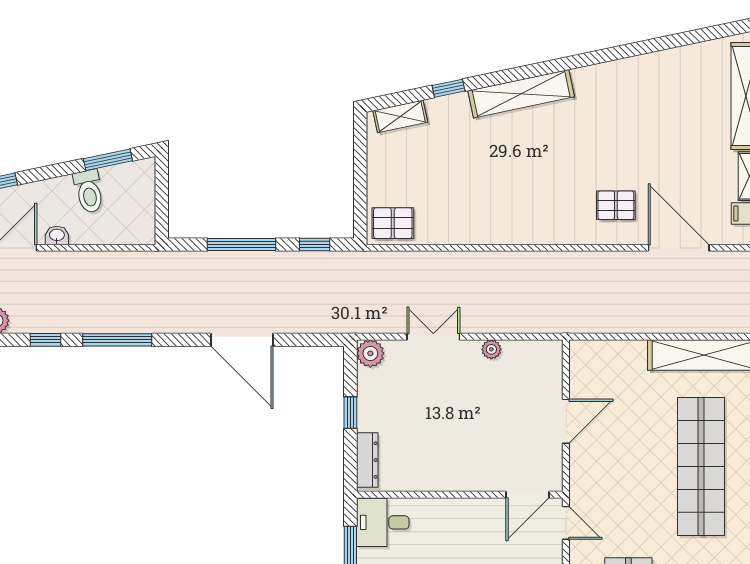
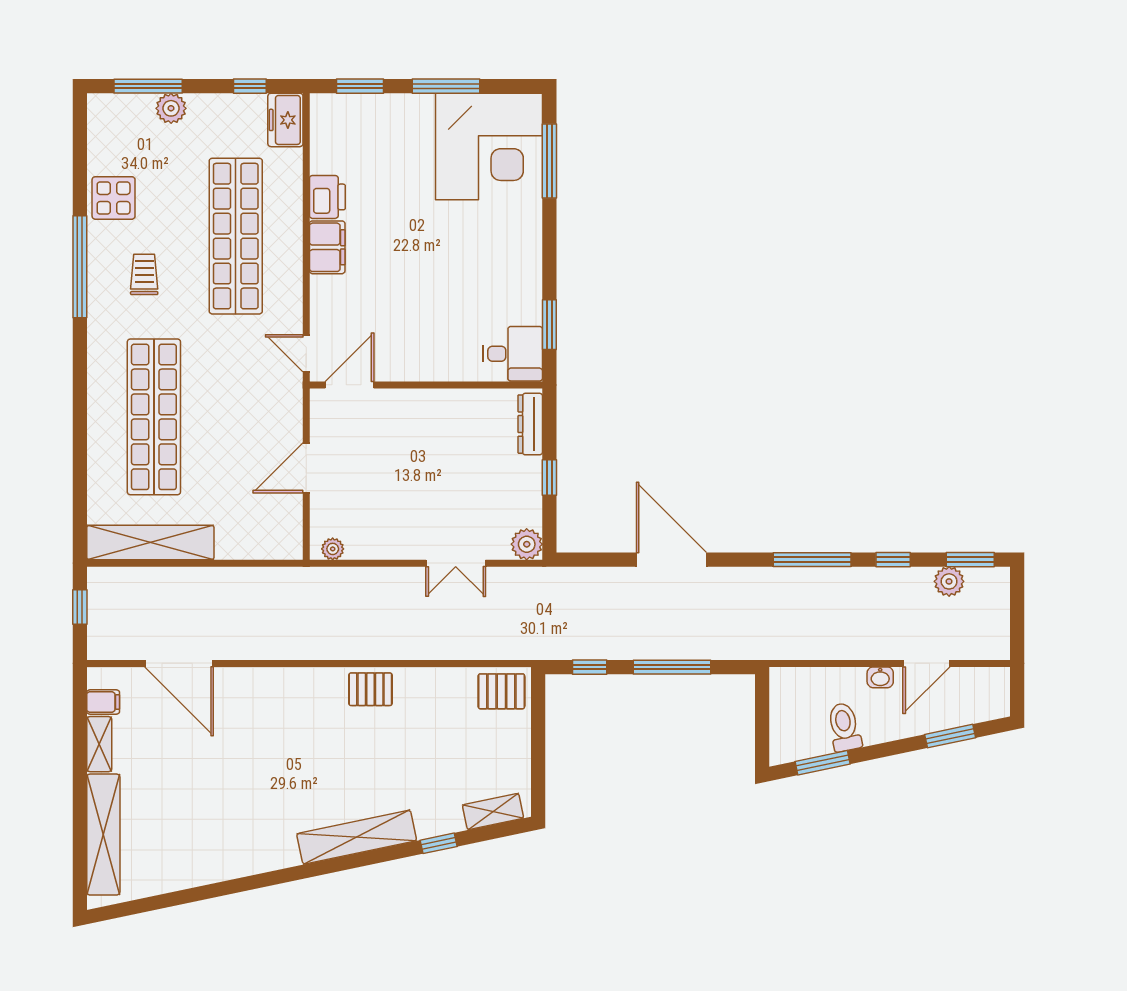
pallet: (616, 205) -> (370, 689), moved
plant: (491, 349) -> (333, 549), moved

